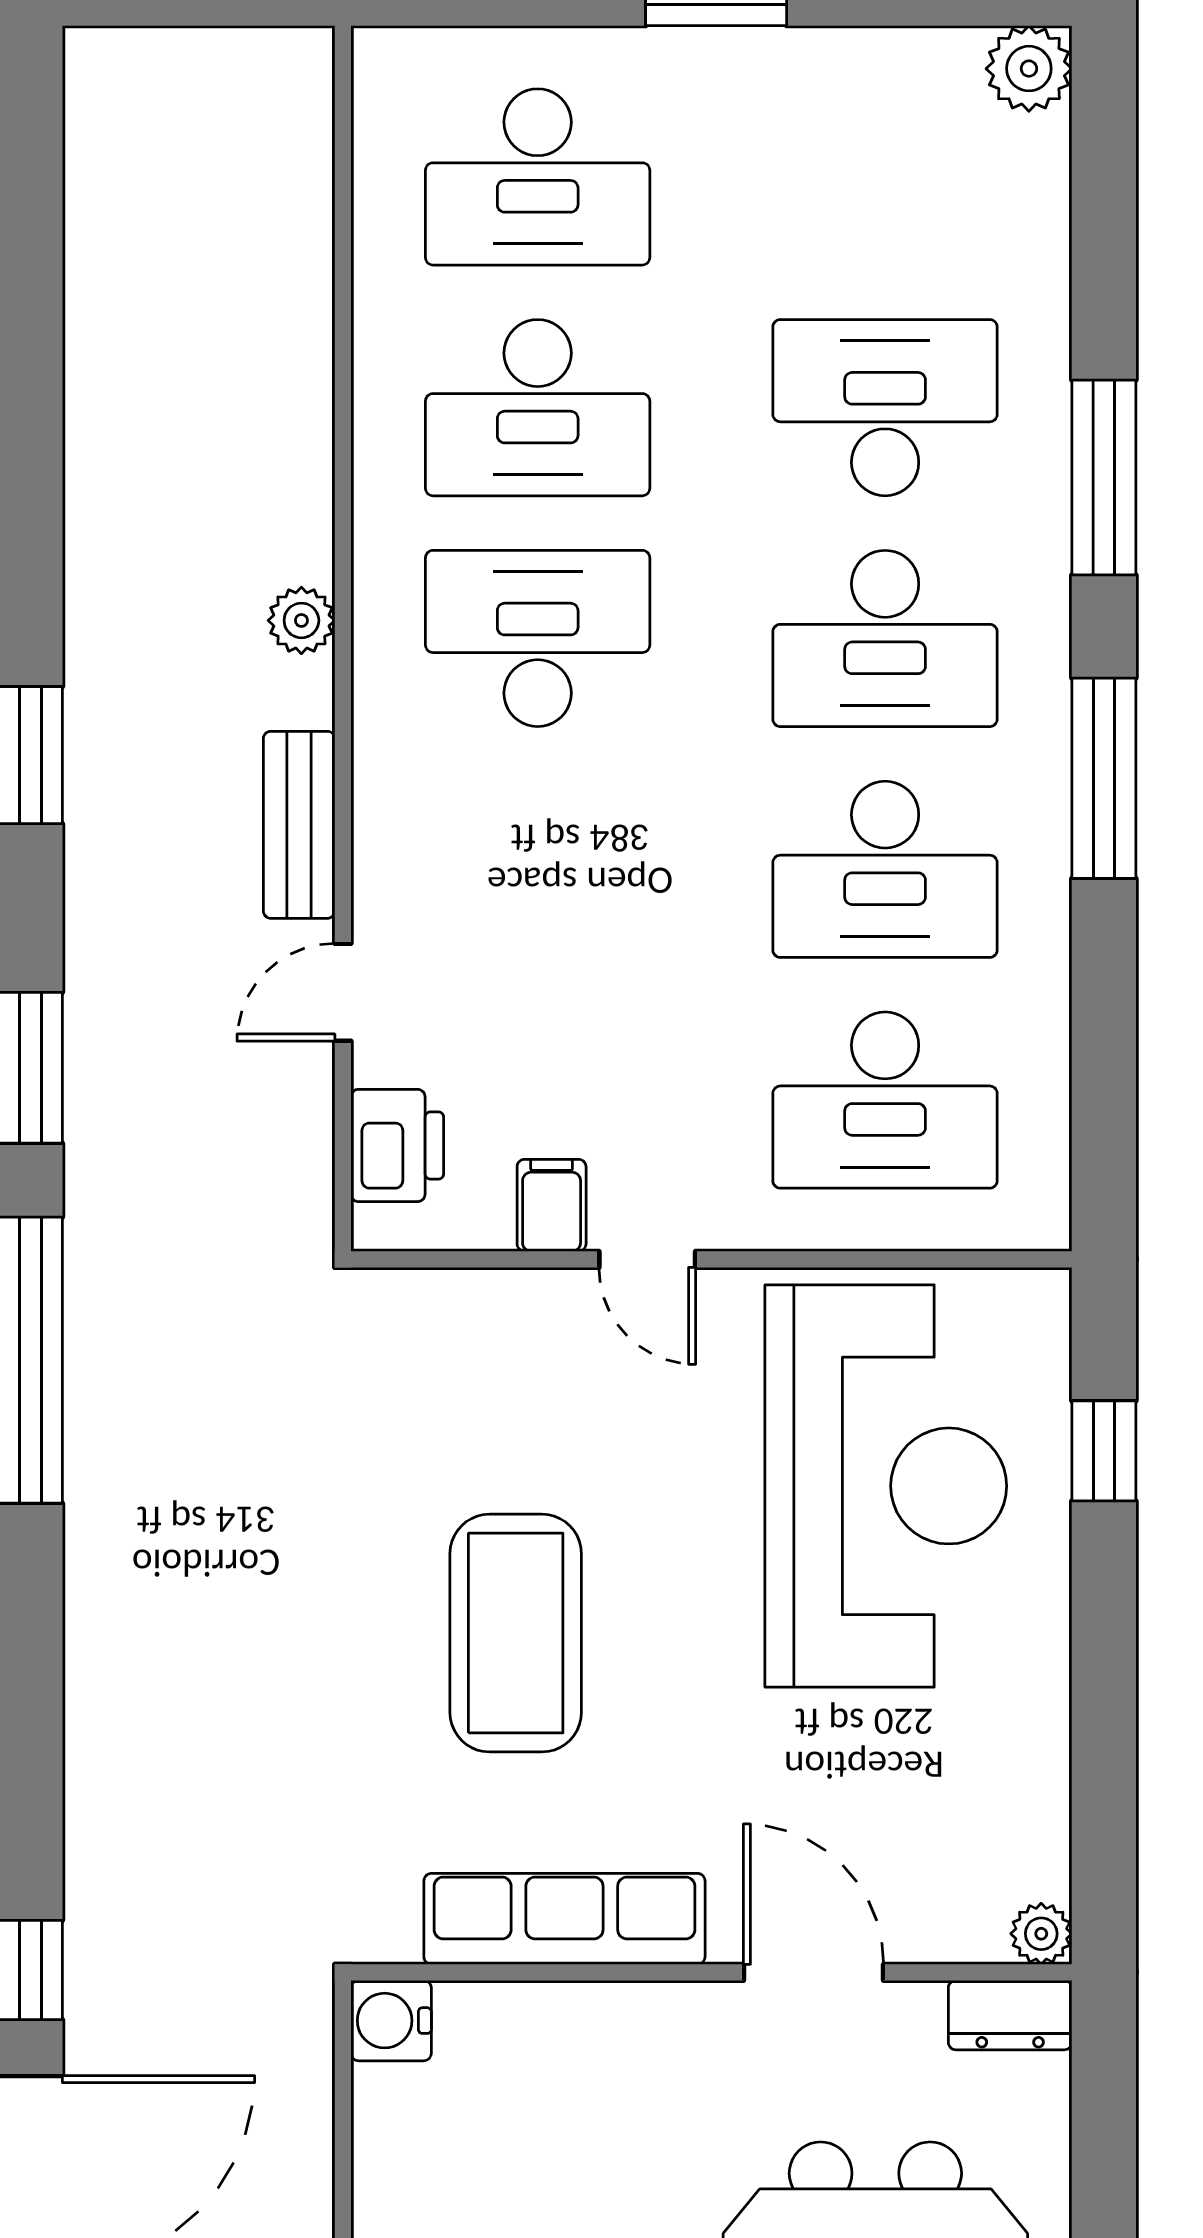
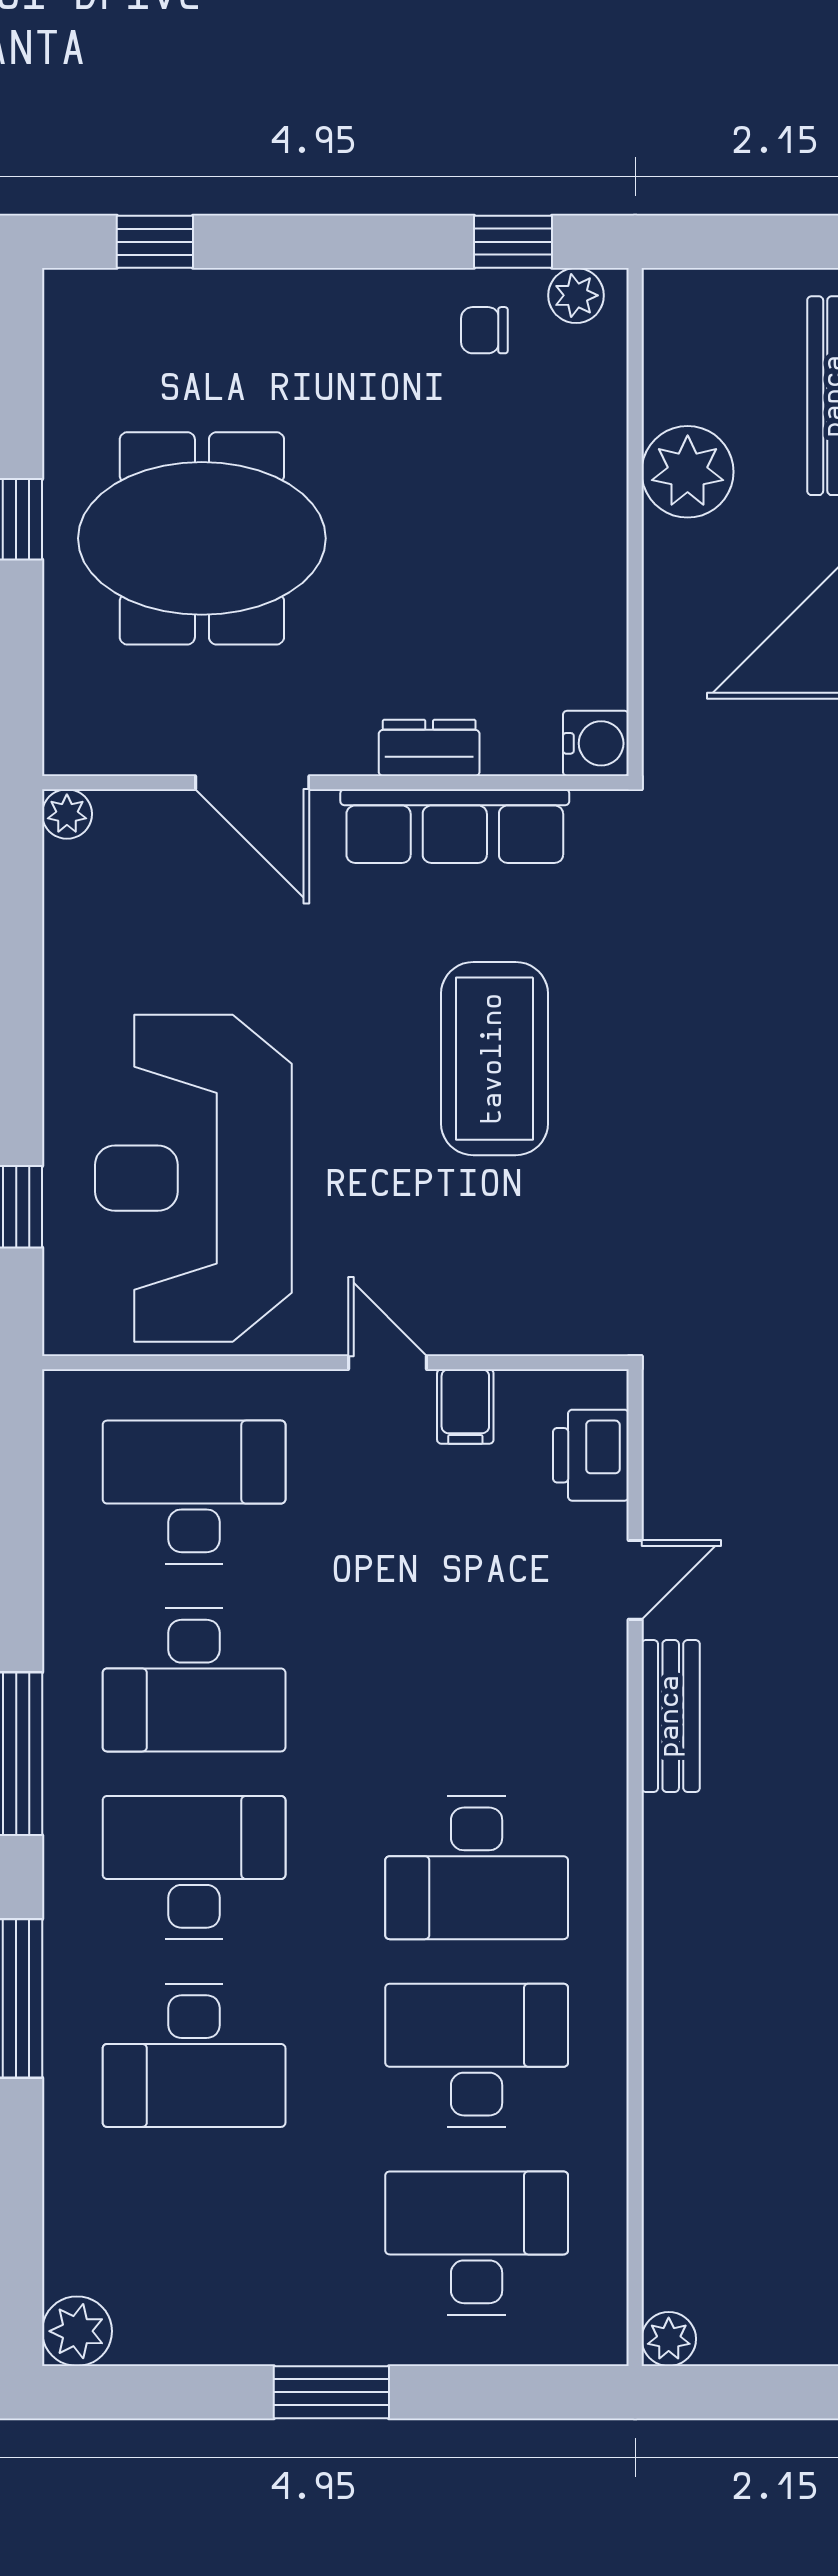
plant: (301, 620) -> (669, 2339), moved
desk: (885, 869) -> (194, 1680), turned 180
dresser: (1010, 2015) -> (429, 748), moved

